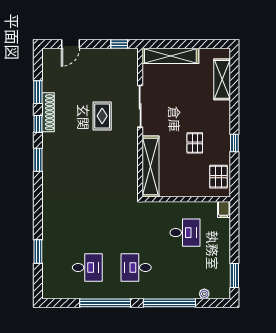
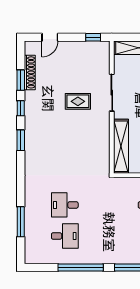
shoe rack: (48, 112) -> (30, 72), moved
rug: (102, 116) -> (78, 101), turned 90
window: (38, 252) -> (21, 222), width x1.44
desk: (136, 268) -> (65, 205), moved

